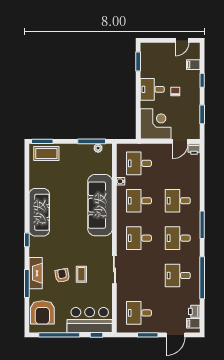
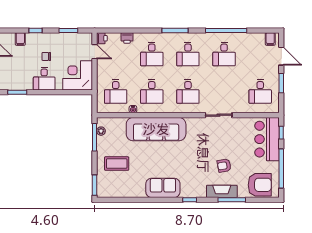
coffee table: (46, 153) -> (117, 164), moved, turned 90
sofa: (39, 212) -> (163, 188), width x0.73
coffee table: (81, 274) -> (223, 147), removed
printer: (194, 311) -> (127, 38), moved

